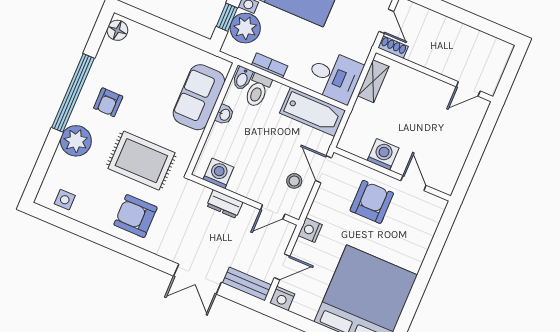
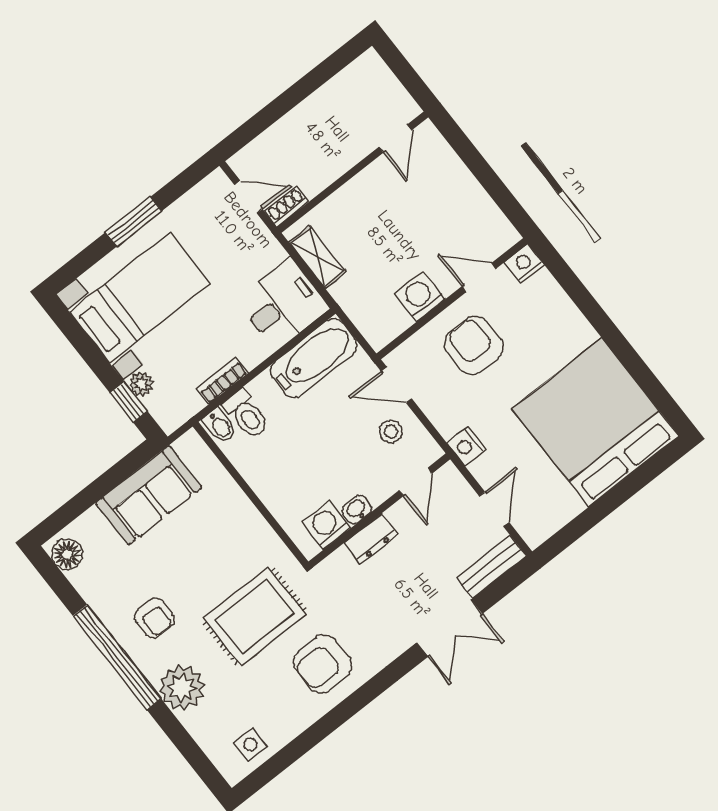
plant: (245, 28) -> (141, 384), width x0.53, depth x0.53
sofa: (199, 97) -> (149, 495), moved, turned -90
washbasin: (224, 115) -> (357, 510), moved, turned -90
nightstand: (282, 298) -> (525, 264), moved, turned 180

